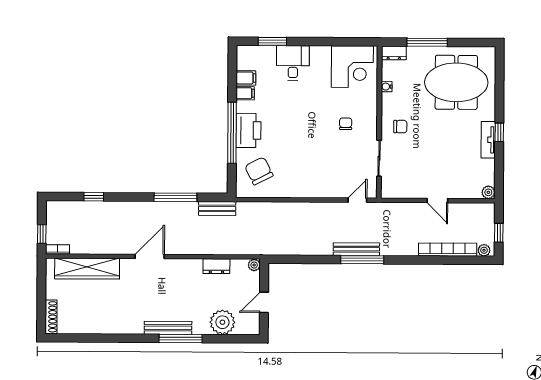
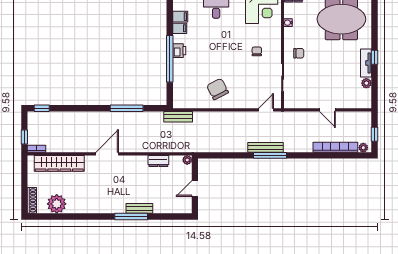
printer: (248, 130) -> (179, 51), width x0.53, depth x0.68
chair: (259, 171) -> (218, 89), moved
plant: (488, 192) -> (366, 83), moved
window: (94, 197) -> (42, 108), moved
bench: (217, 208) -> (178, 117), moved
plant: (222, 322) -> (57, 204), moved
bench: (168, 328) -> (139, 208), moved, width x0.73

